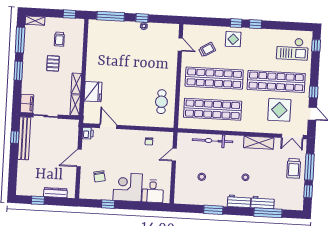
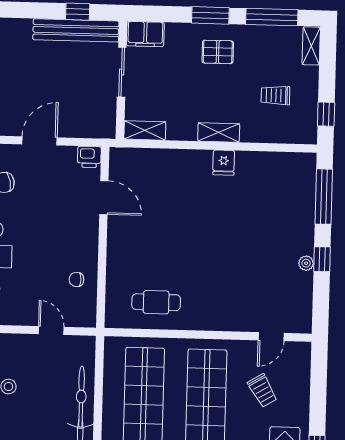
pallet: (53, 63) -> (218, 52), moved
shelving: (76, 84) -> (219, 132), moved
fridge: (93, 92) -> (224, 163), moved, width x0.53, depth x0.75
door: (108, 126) -> (104, 198), hinge flipped
door: (79, 158) -> (40, 141), hinge flipped

